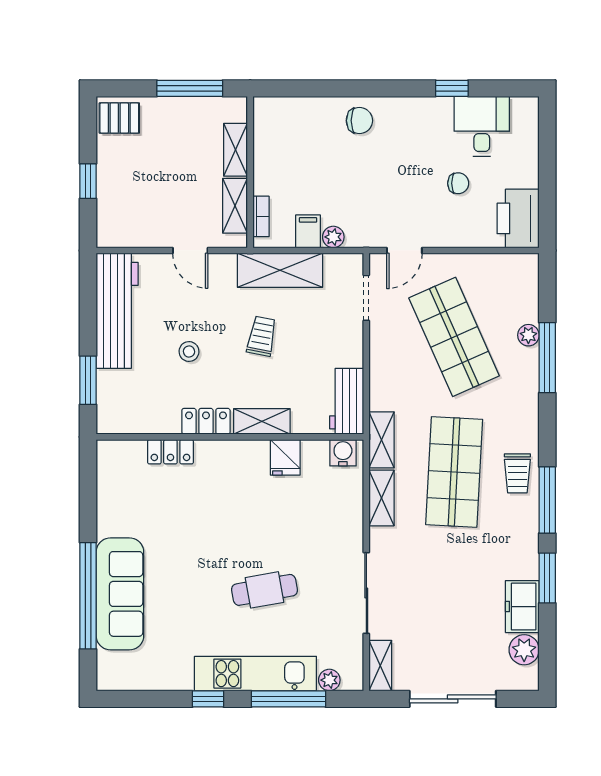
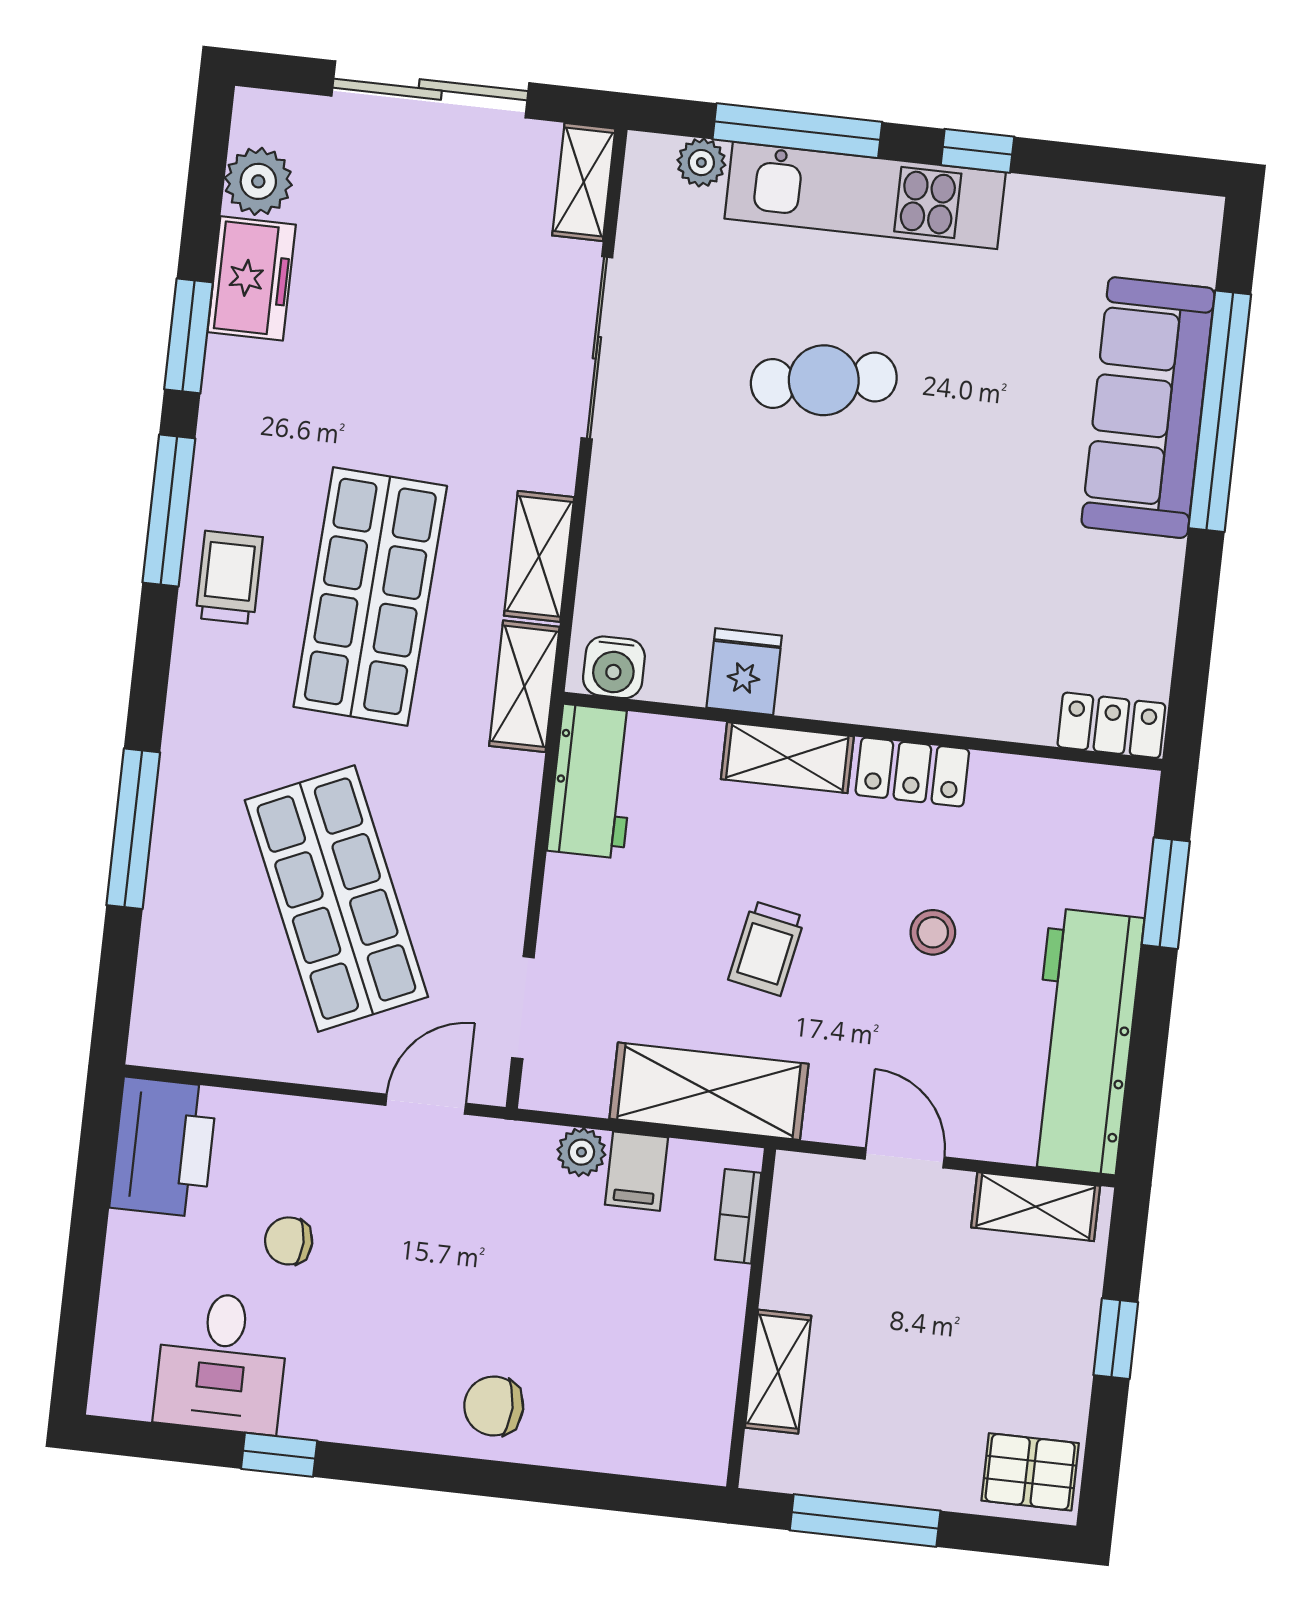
shelving: (235, 206) -> (1036, 1207), moved, turned 90
plant: (528, 335) -> (170, 884), removed
locker: (170, 452) -> (1111, 725), moved

